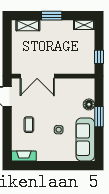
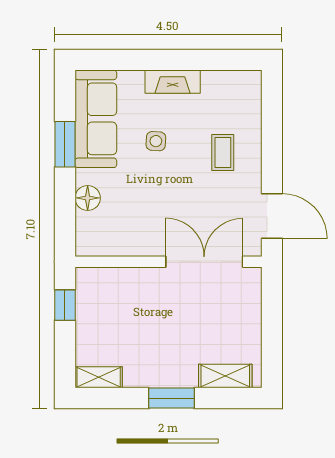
window: (99, 117) -> (65, 144), moved
fireplace: (24, 156) -> (173, 82), moved

